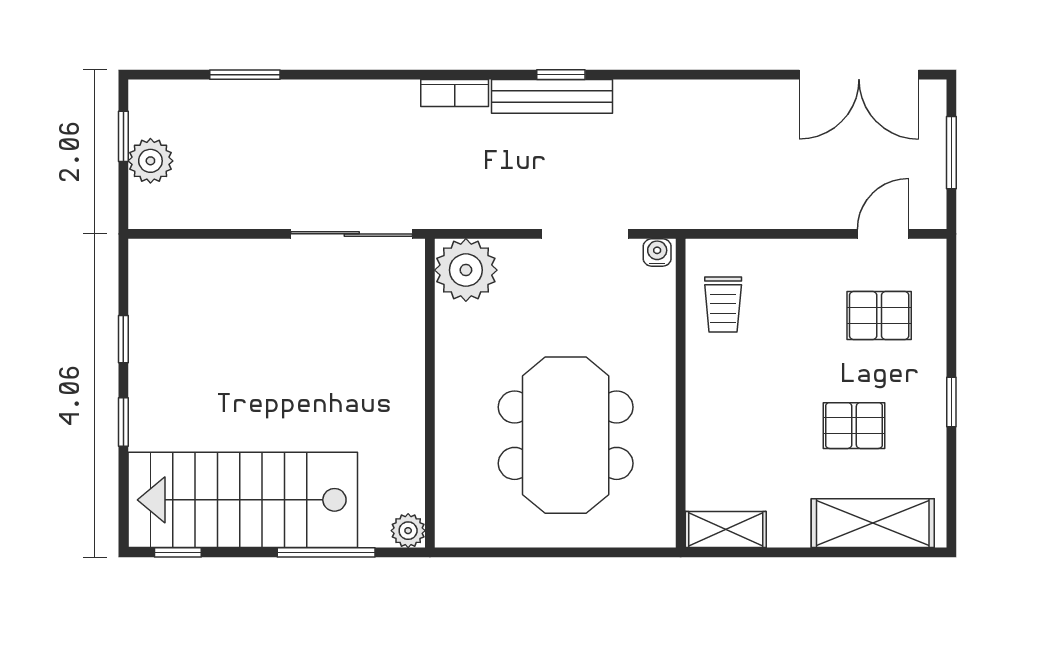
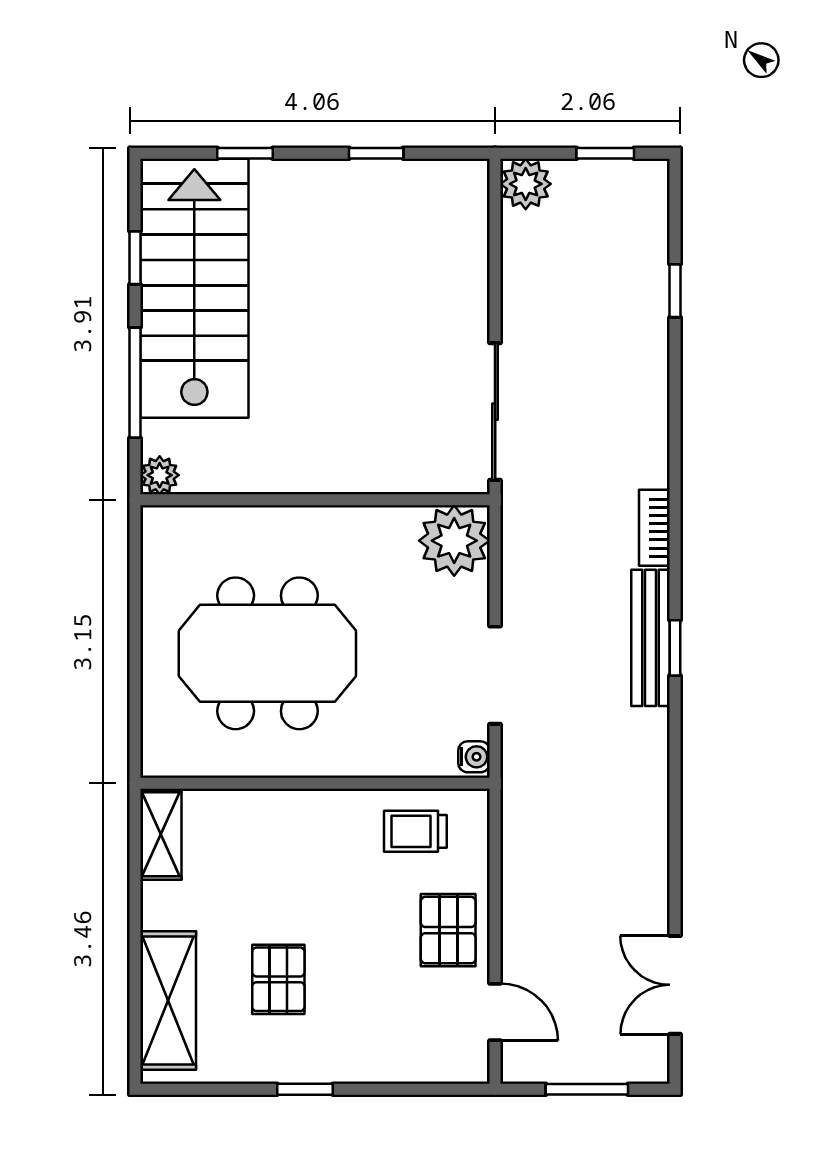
window: (245, 75) -> (675, 291), width x0.67
double door: (859, 75) -> (675, 985), width x0.73
plant: (150, 161) -> (526, 184), moved
pallet: (879, 315) -> (448, 930), moved
window: (123, 422) -> (245, 153), moved
window: (178, 552) -> (135, 258), moved

